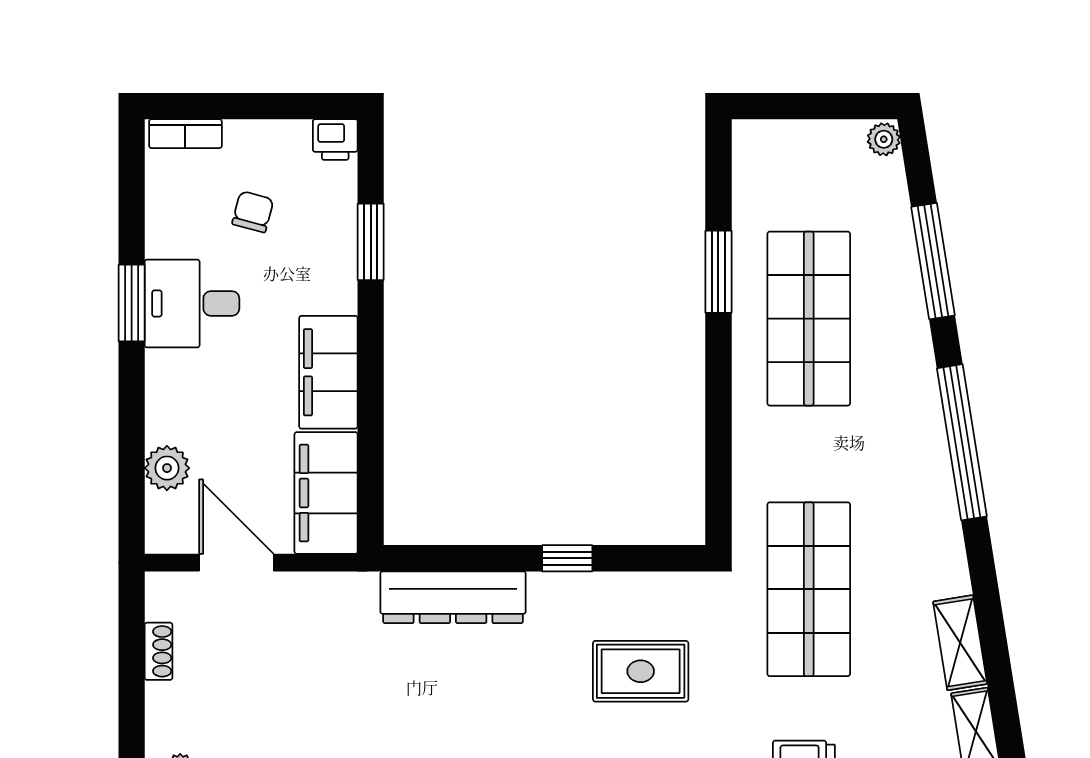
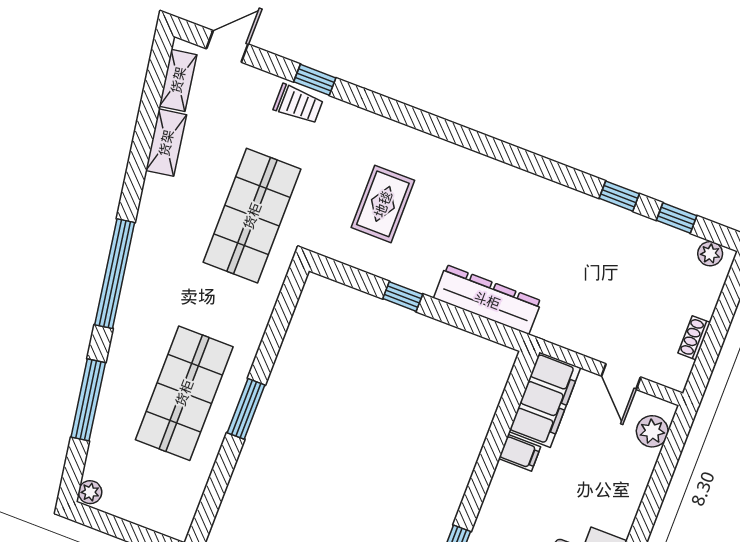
window: (718, 272) -> (246, 409), moved
filing cabinet: (328, 372) -> (520, 453), width x0.33, depth x0.86
plant: (167, 468) -> (652, 431), moved
door: (236, 563) -> (621, 377), width x0.73
rug: (641, 671) -> (383, 204), turned 90

